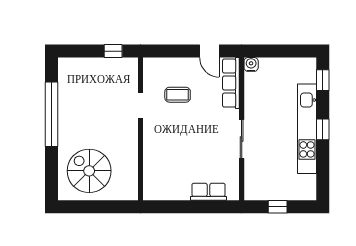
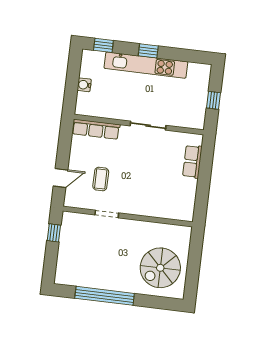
door: (209, 51) -> (61, 178), moved
water cooler: (251, 64) -> (84, 85), moved

